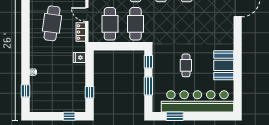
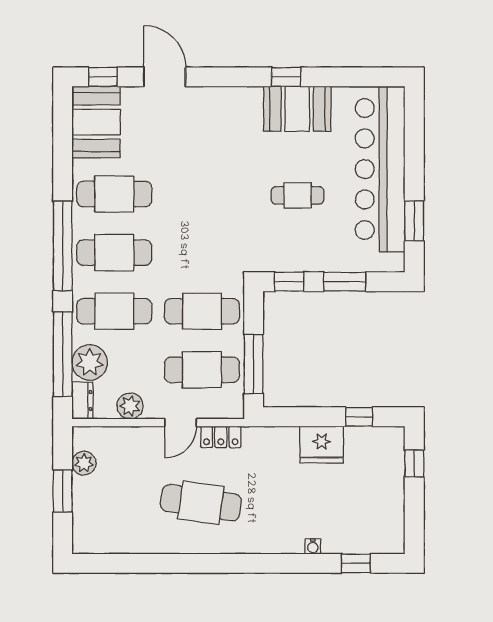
window: (112, 46) -> (254, 364), added
fridge: (79, 57) -> (322, 445), moved, width x1.88, depth x1.34
window: (238, 60) -> (286, 77), added

